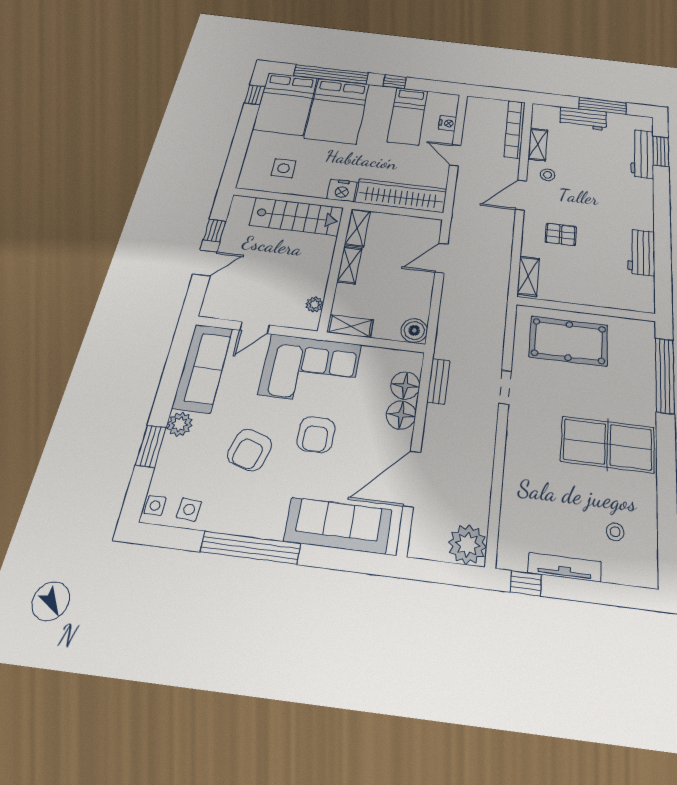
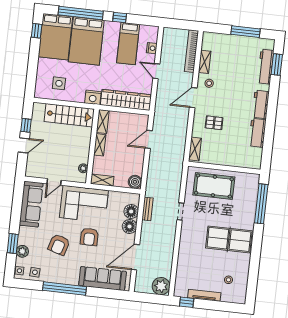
workbench: (583, 118) -> (261, 104), moved, turned 90
plant: (180, 424) -> (22, 251), moved

